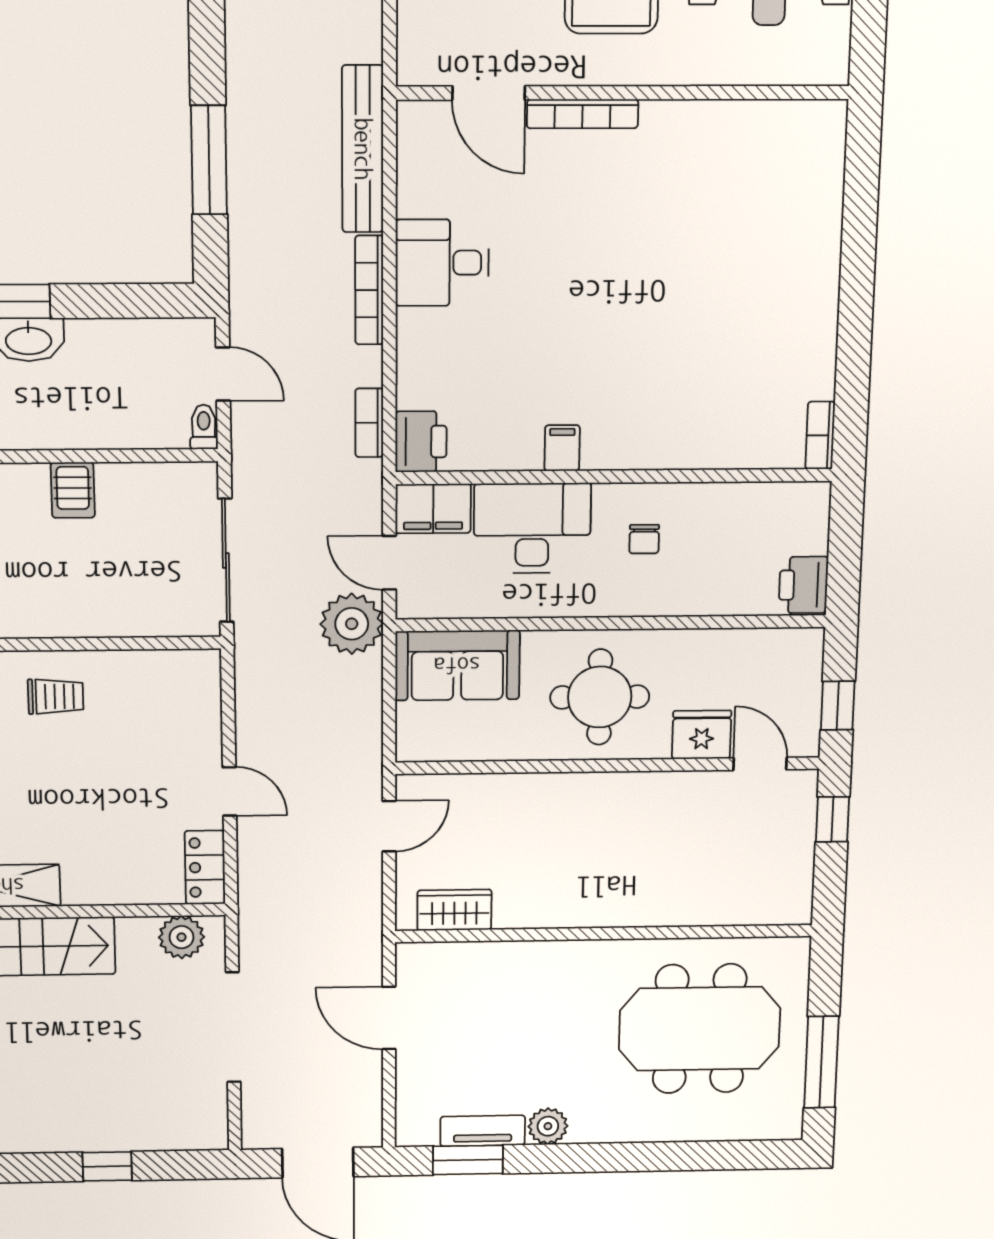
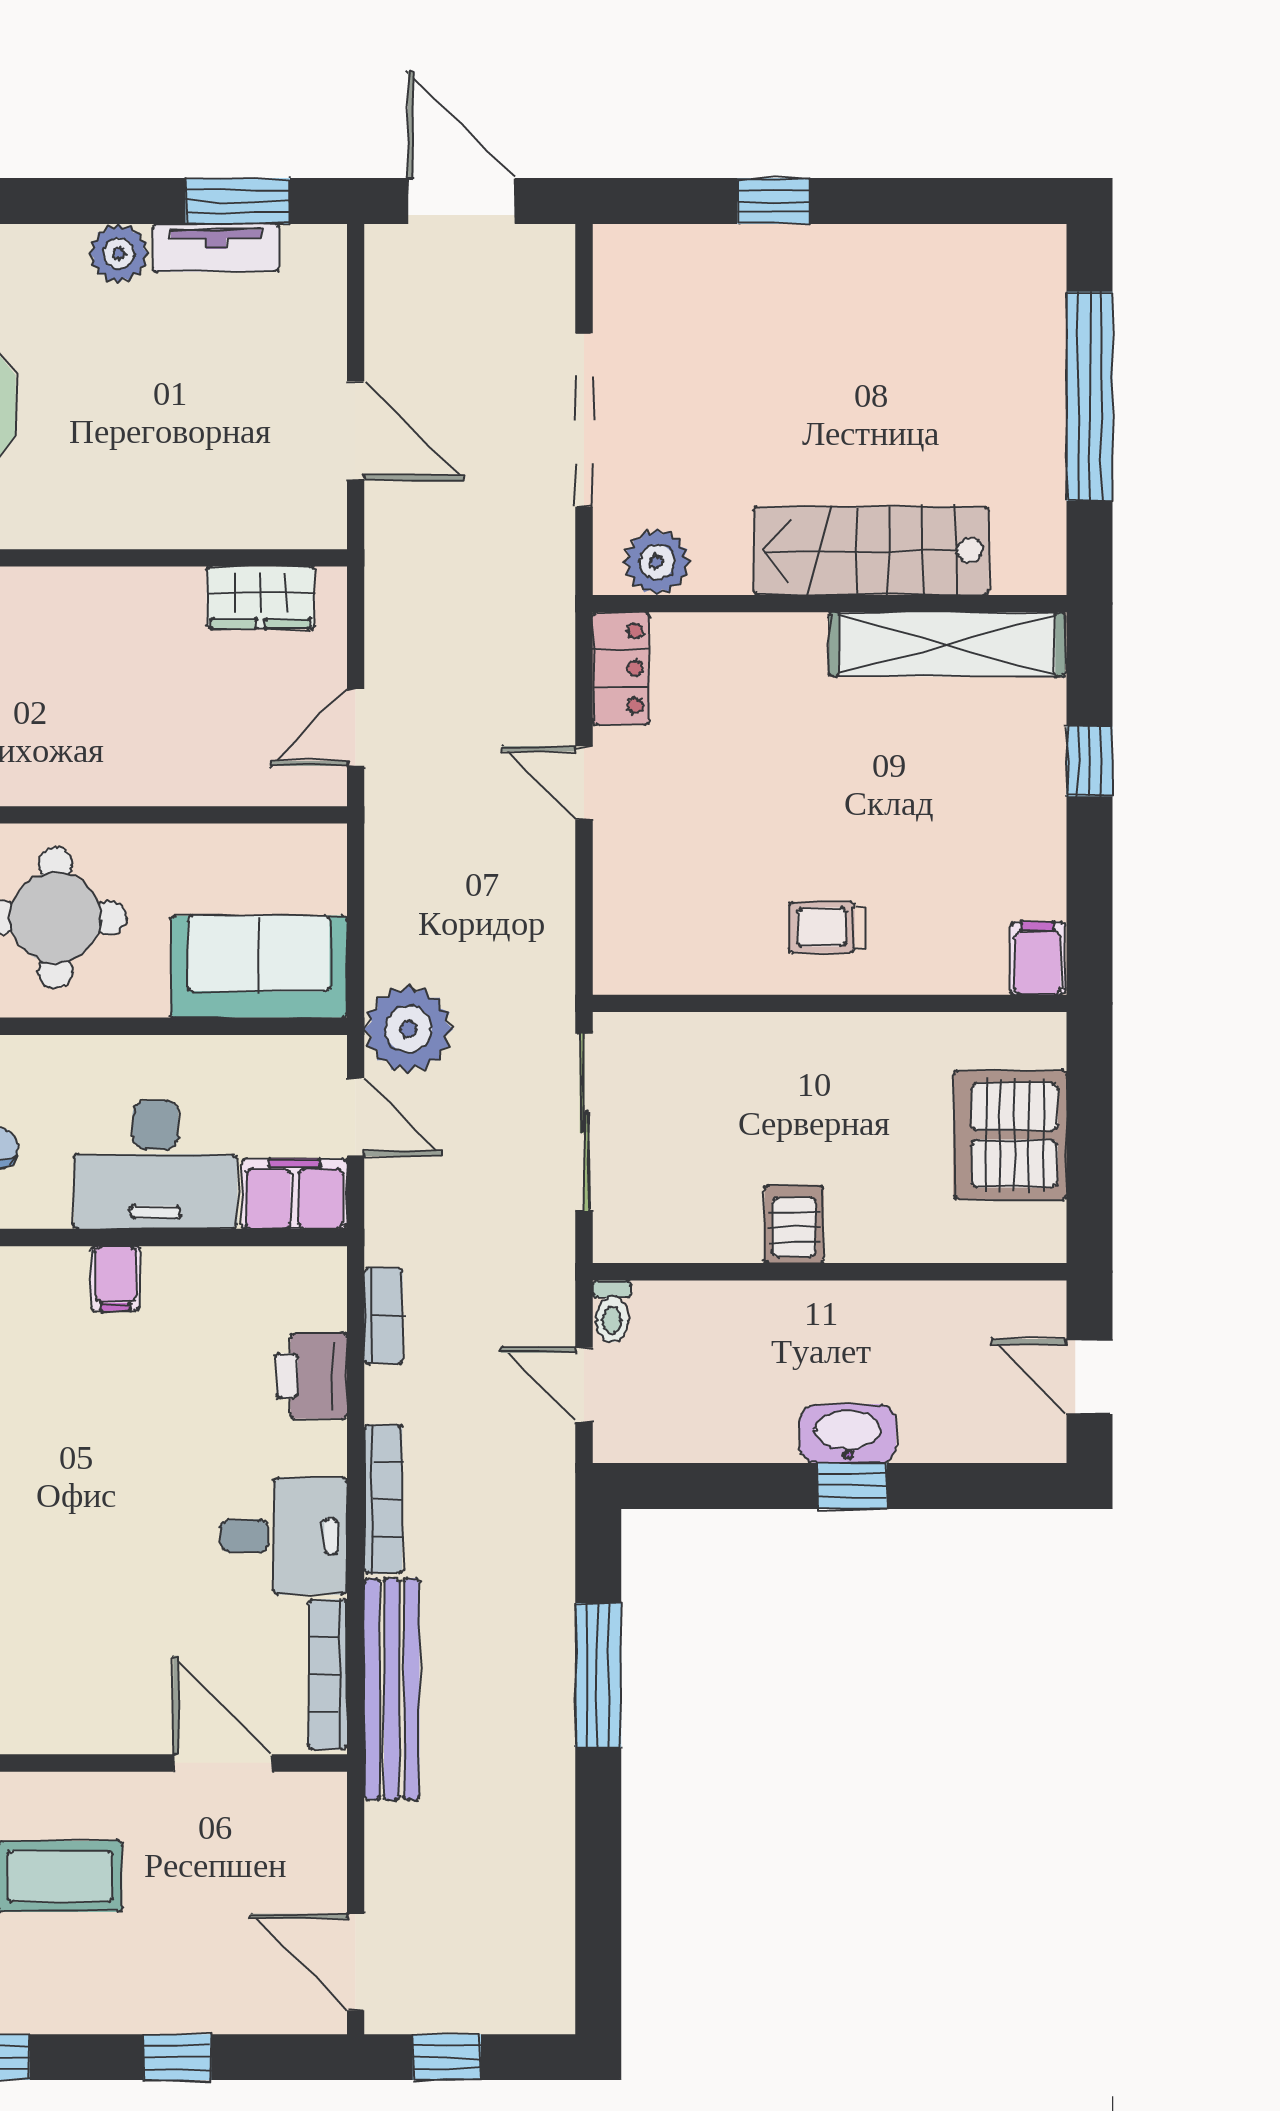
bookcase: (583, 114) -> (328, 1674), moved, turned -90
printer: (421, 442) -> (312, 1376), moved

